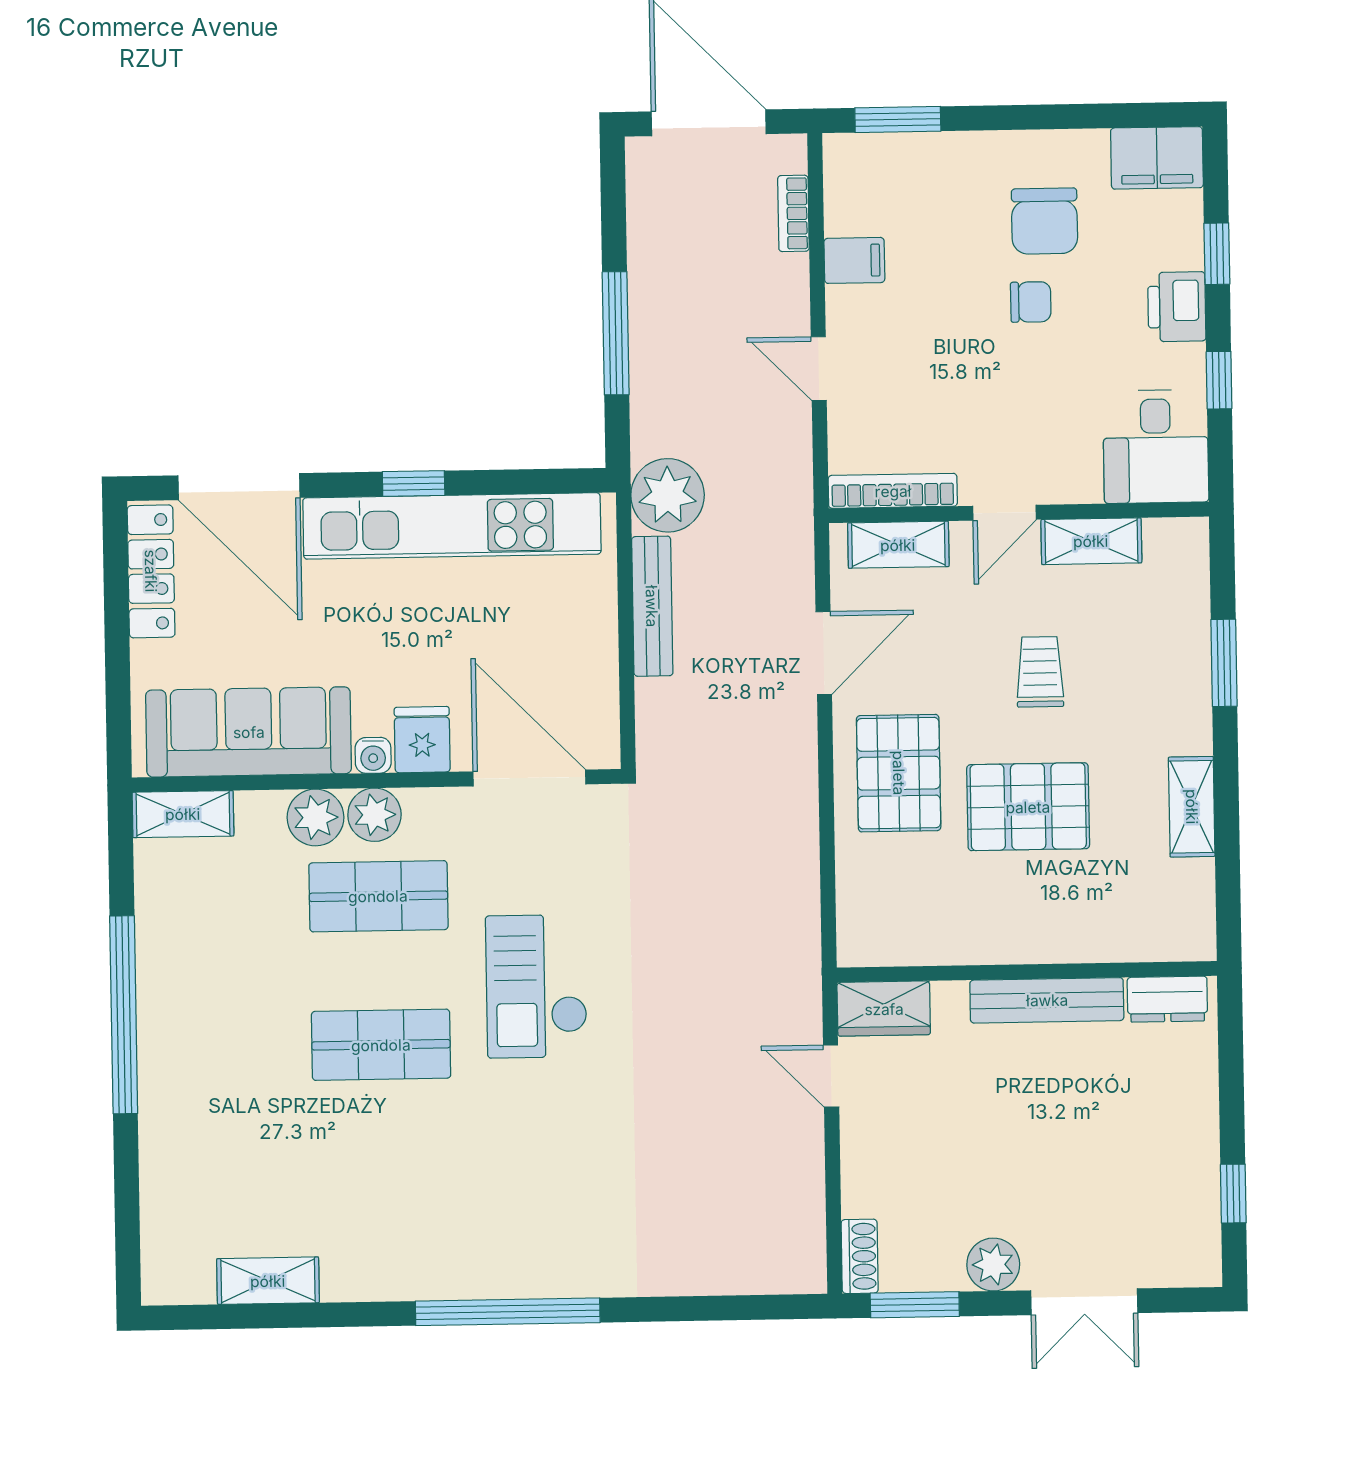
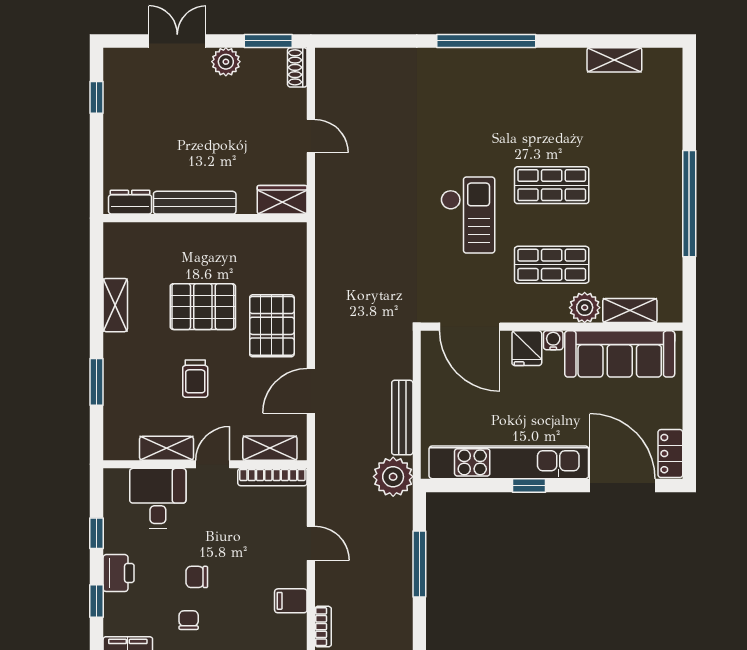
chair: (1045, 221) -> (189, 620), width x0.54, depth x0.54
desk: (1156, 446) -> (158, 498), moved
locker: (151, 571) -> (670, 454), width x0.66
shelving: (183, 814) -> (630, 311), moved
plant: (374, 815) -> (553, 308), removed
door: (831, 1076) -> (311, 136), moved

